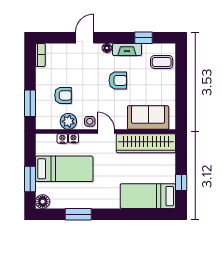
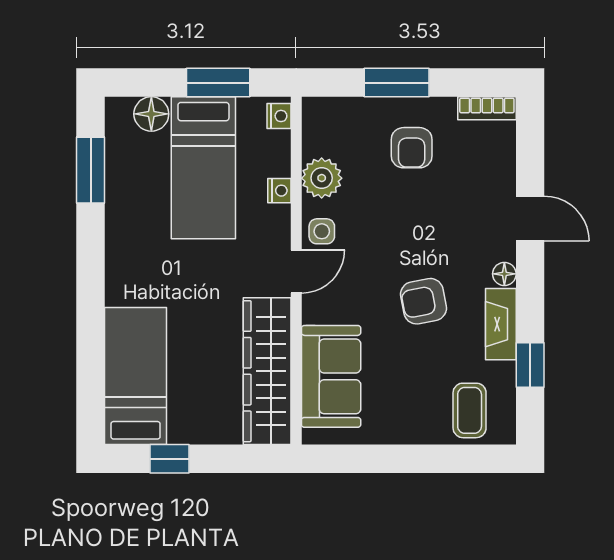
armchair: (118, 80) -> (423, 301), turned 79
armchair: (63, 95) -> (412, 148), moved
window: (30, 103) -> (397, 83), moved
nightstand: (62, 138) -> (279, 116), moved
window: (30, 179) -> (218, 83), moved
floor lamp: (43, 202) -> (151, 114), moved
window: (78, 214) -> (91, 170), moved

